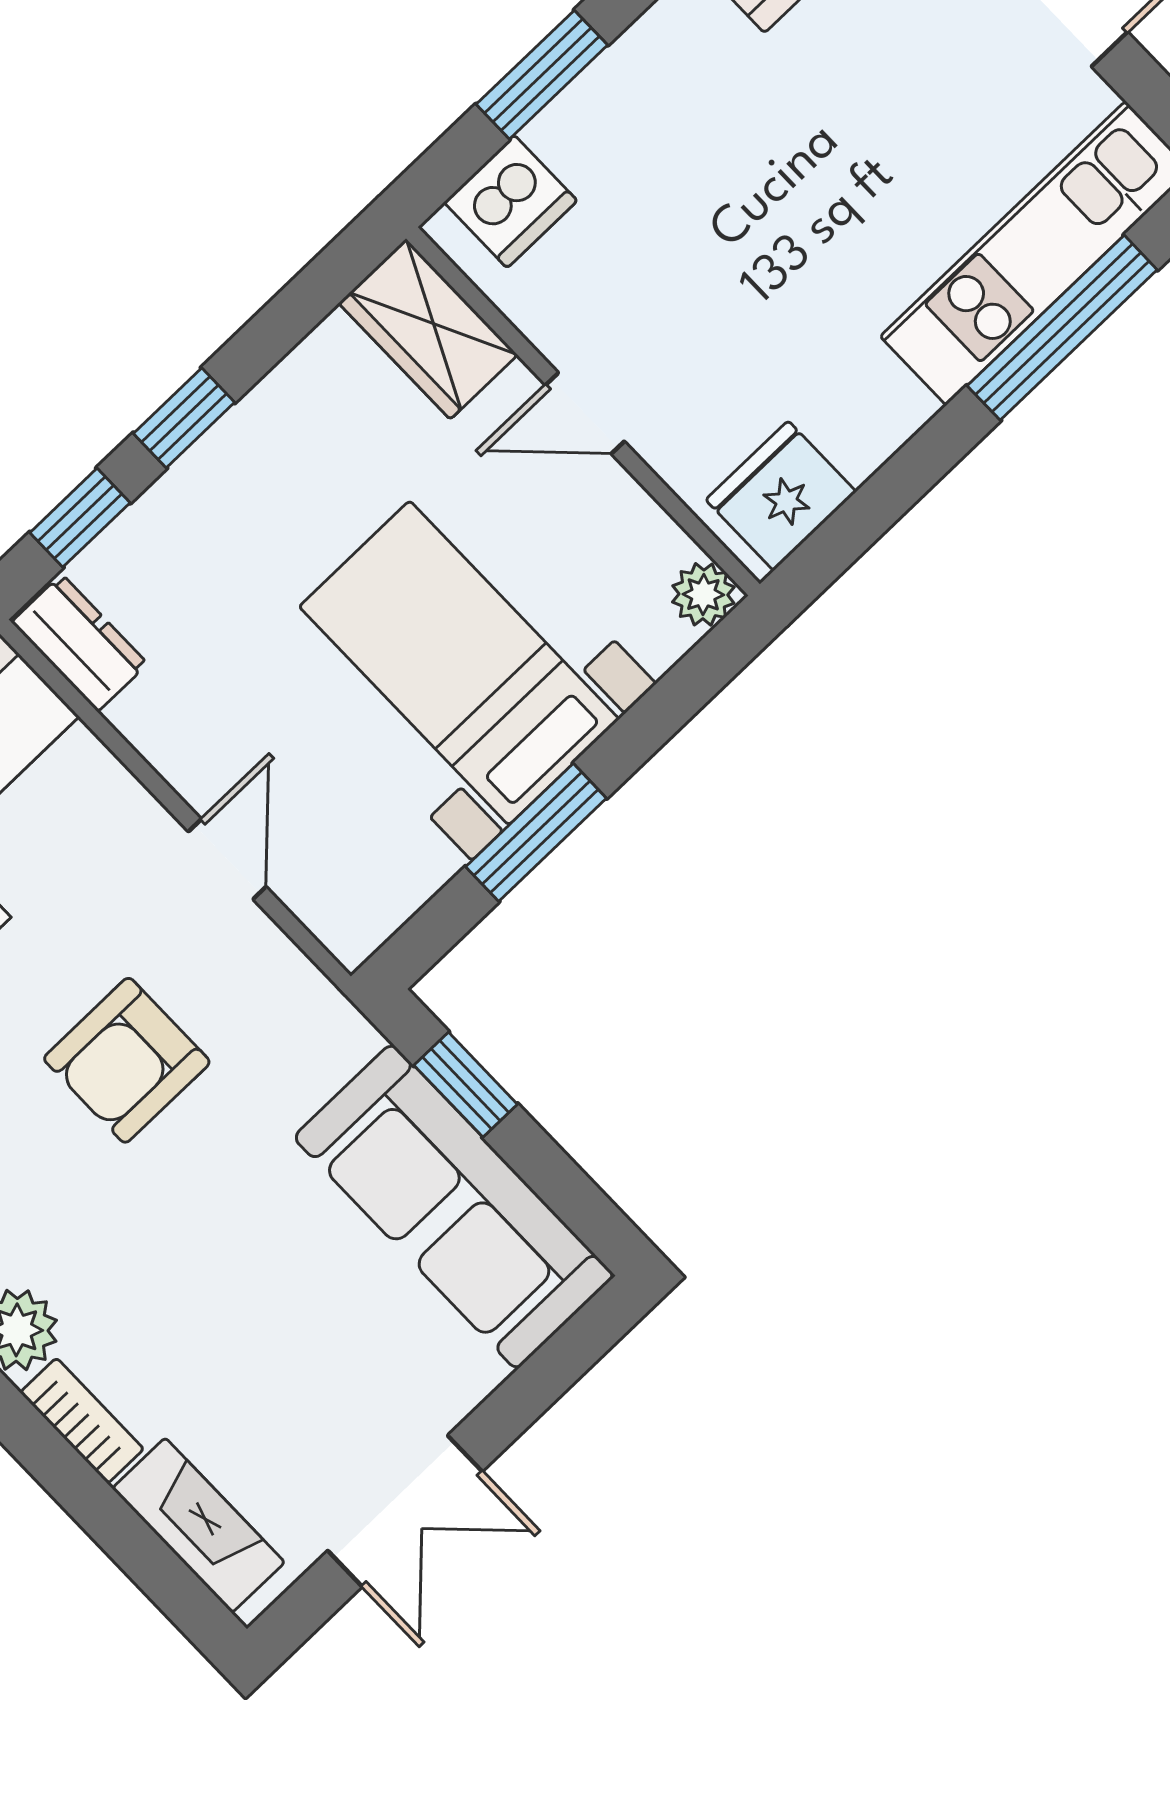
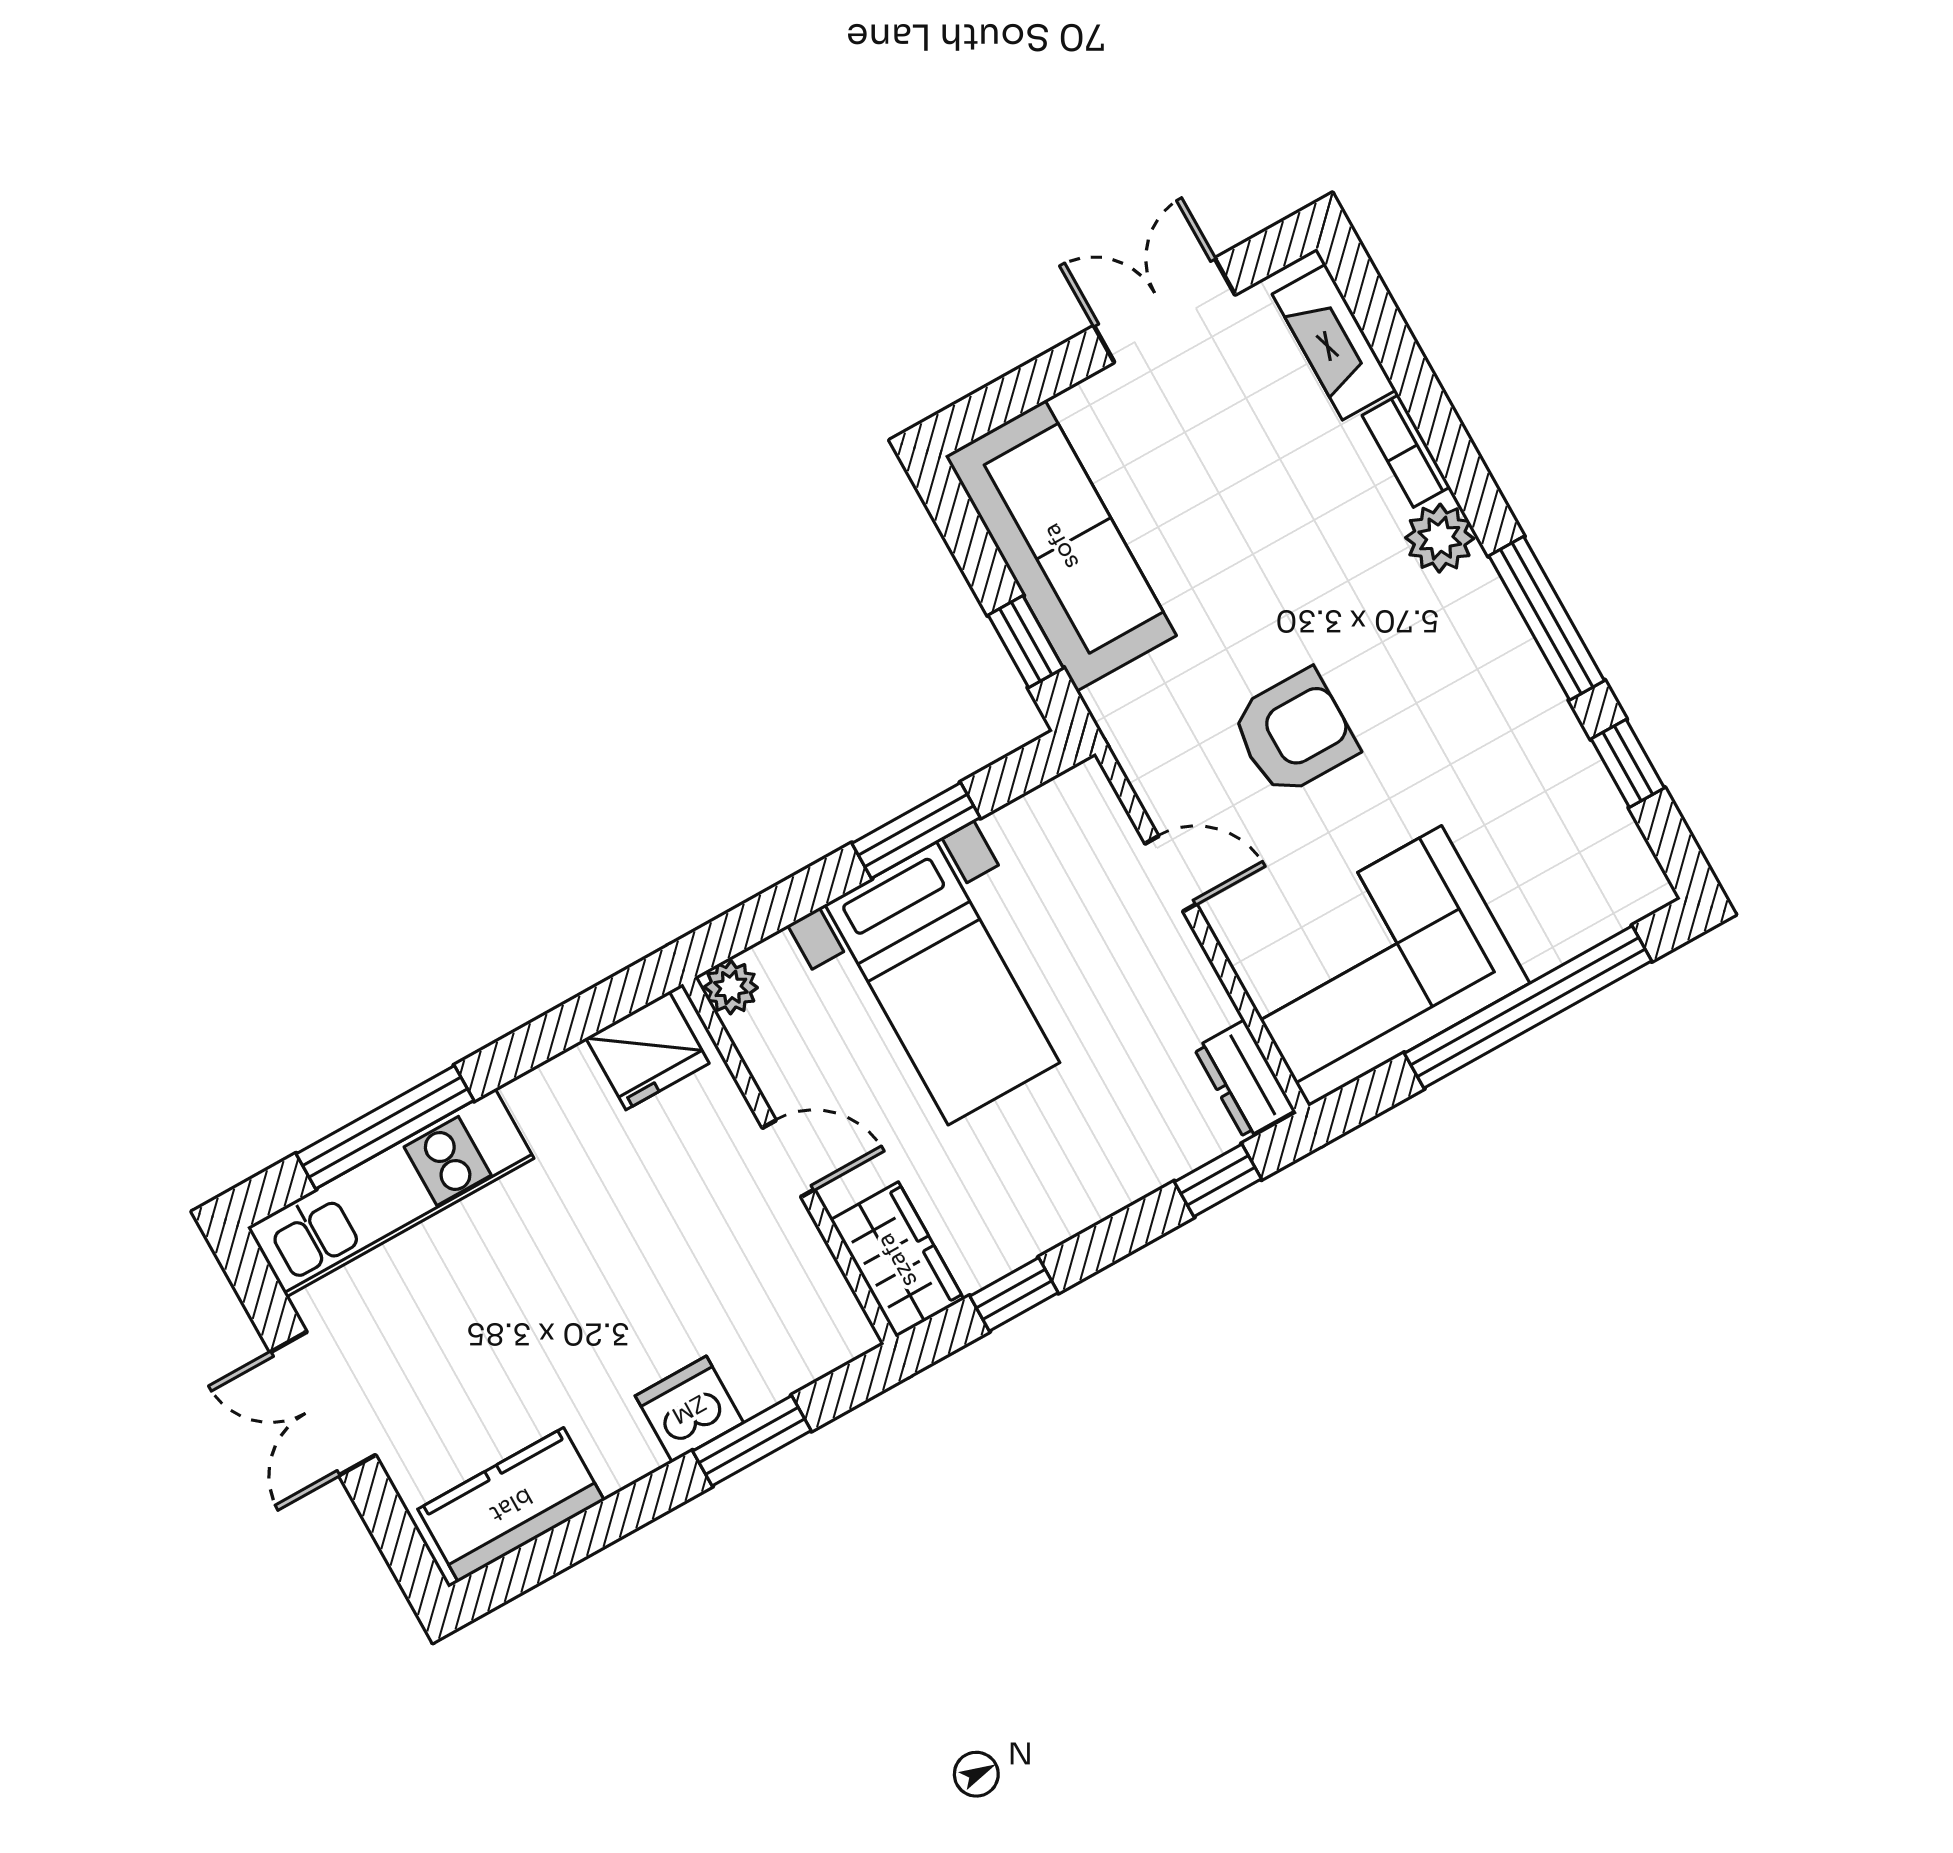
dishwasher: (510, 201) -> (689, 1409), moved
window: (184, 418) -> (1014, 1294), moved
door: (227, 859) -> (1171, 874), swing flipped

